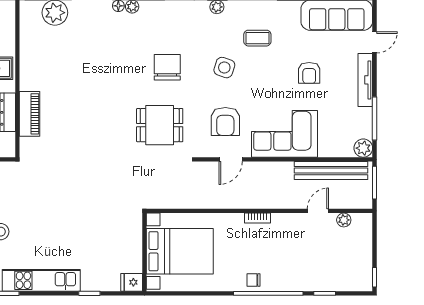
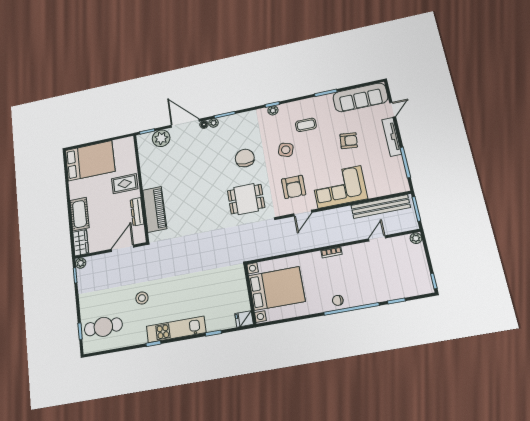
armchair: (309, 73) -> (349, 141), turned -84
piano: (29, 114) -> (155, 209), width x1.37, depth x1.33
plant: (363, 148) -> (402, 185), removed
plant: (344, 220) -> (416, 238), moved

